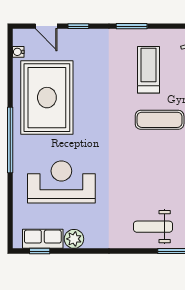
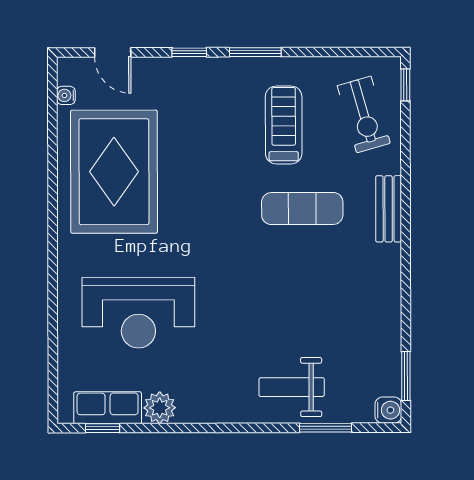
window: (78, 26) -> (189, 52), moved
window: (10, 140) -> (53, 243), removed
reception desk: (61, 182) -> (138, 313), turned 180

